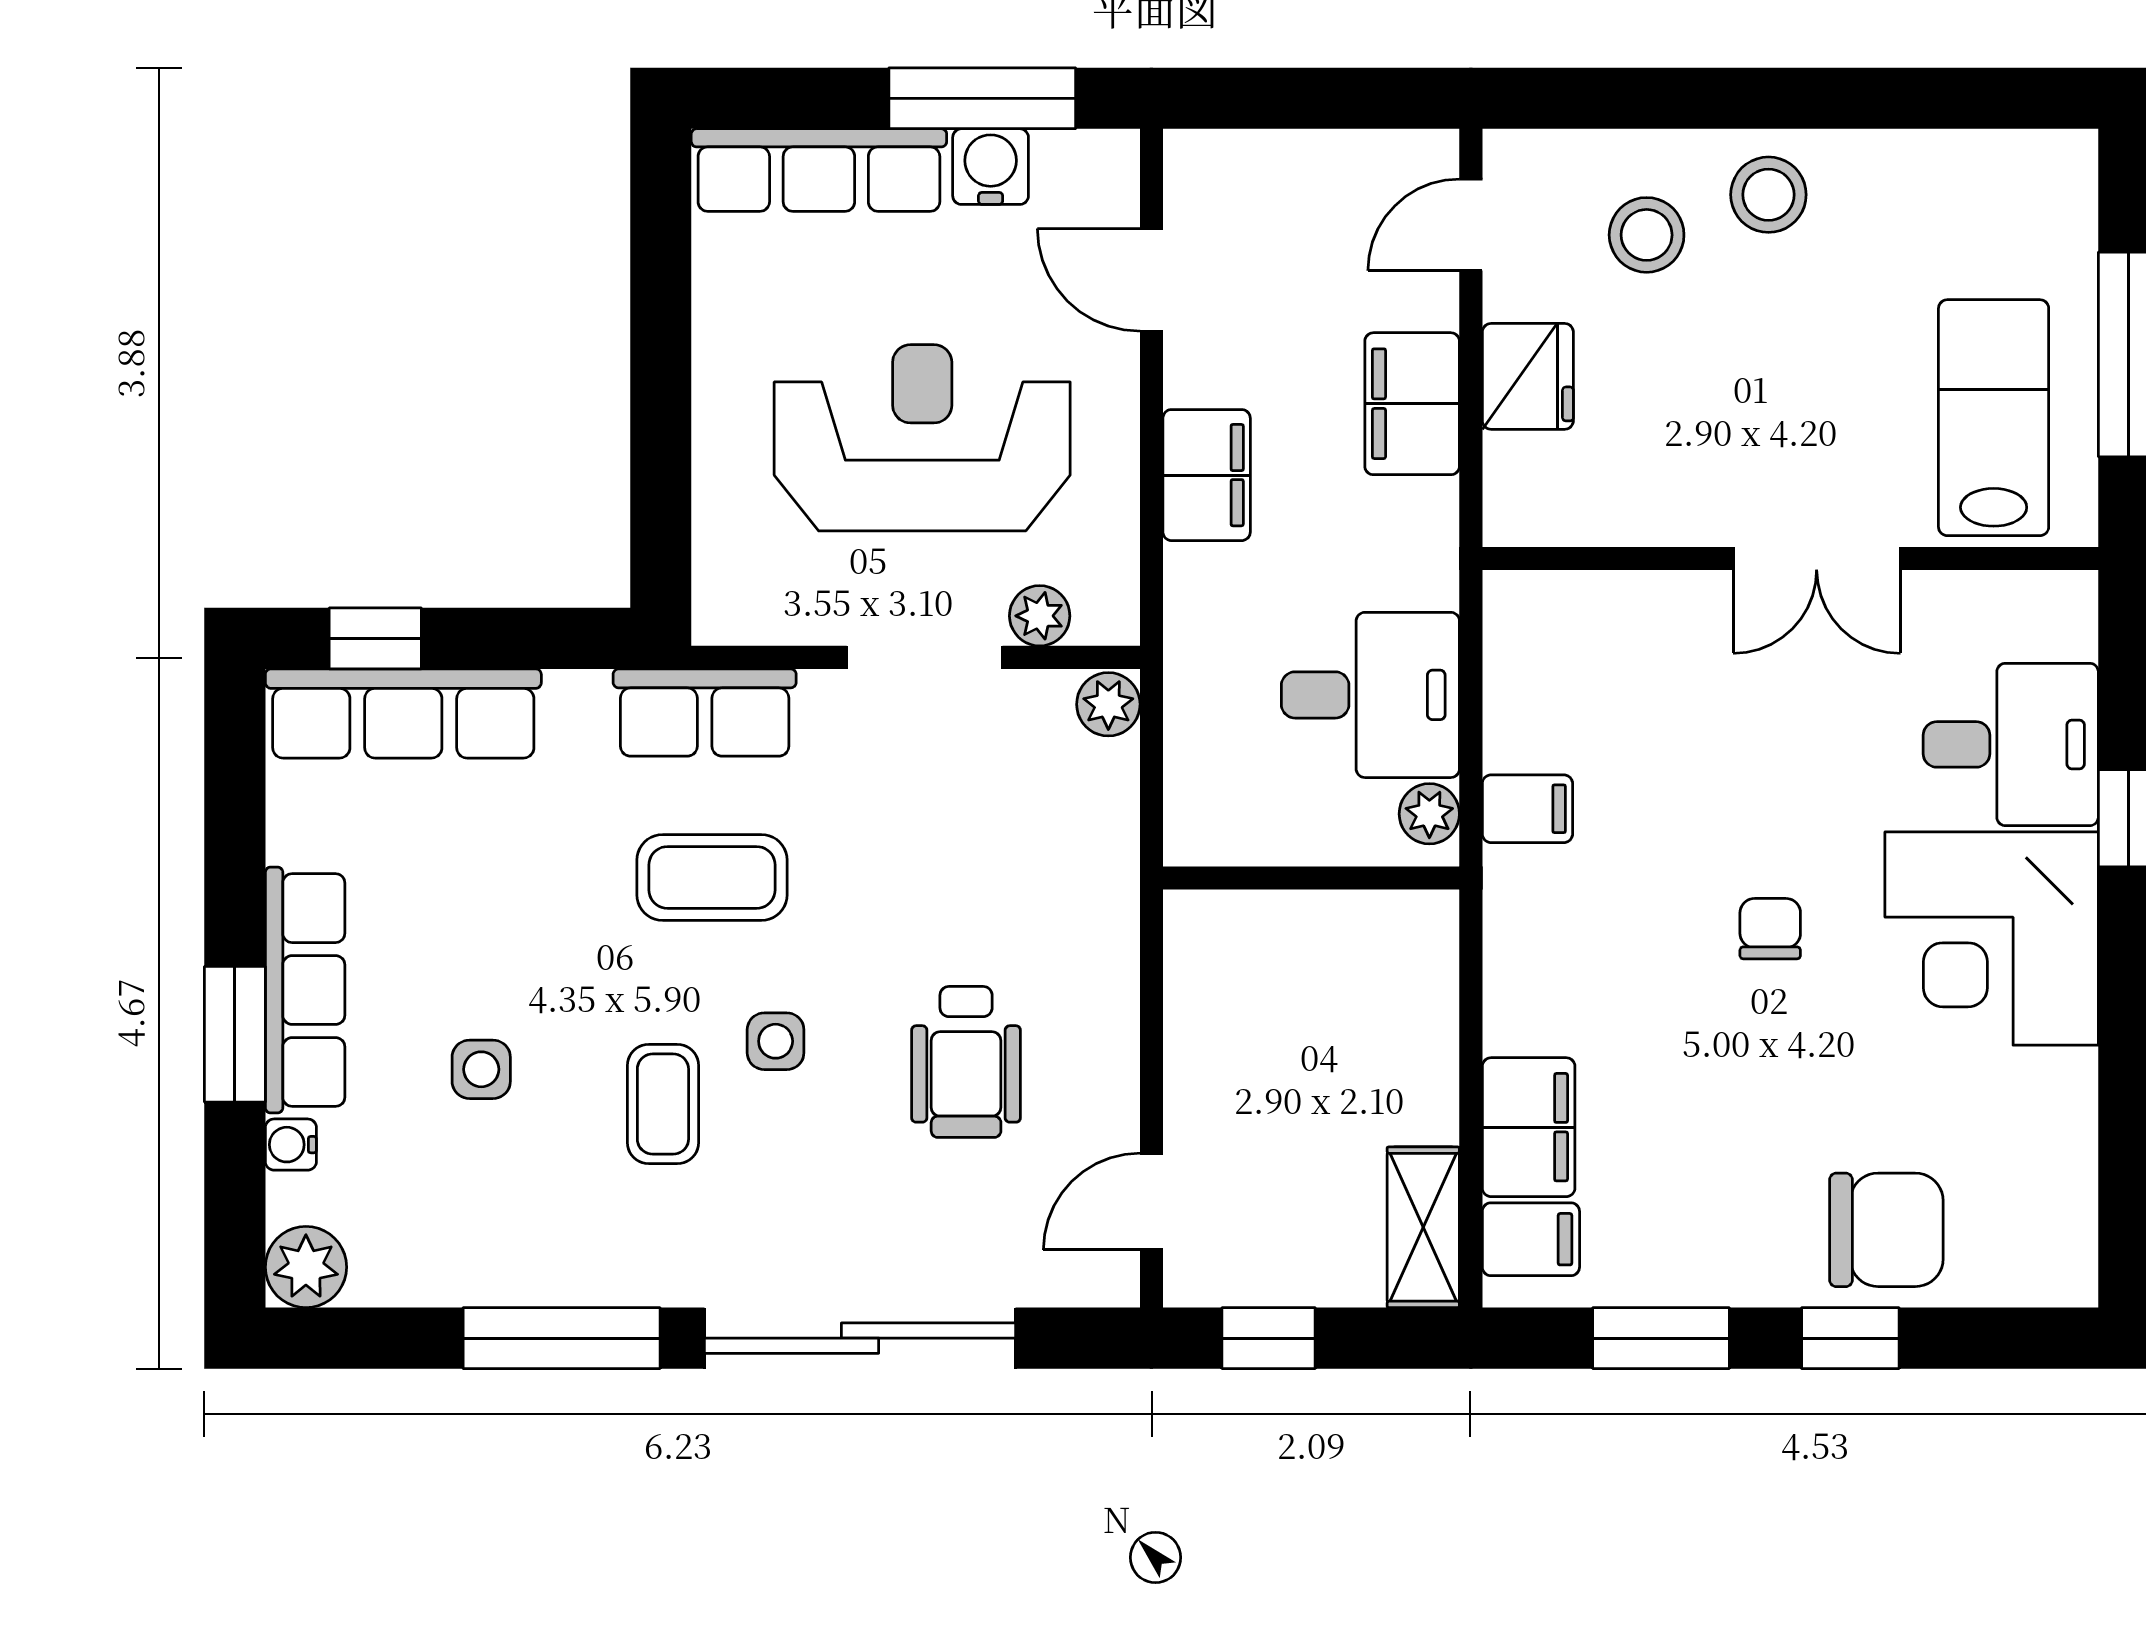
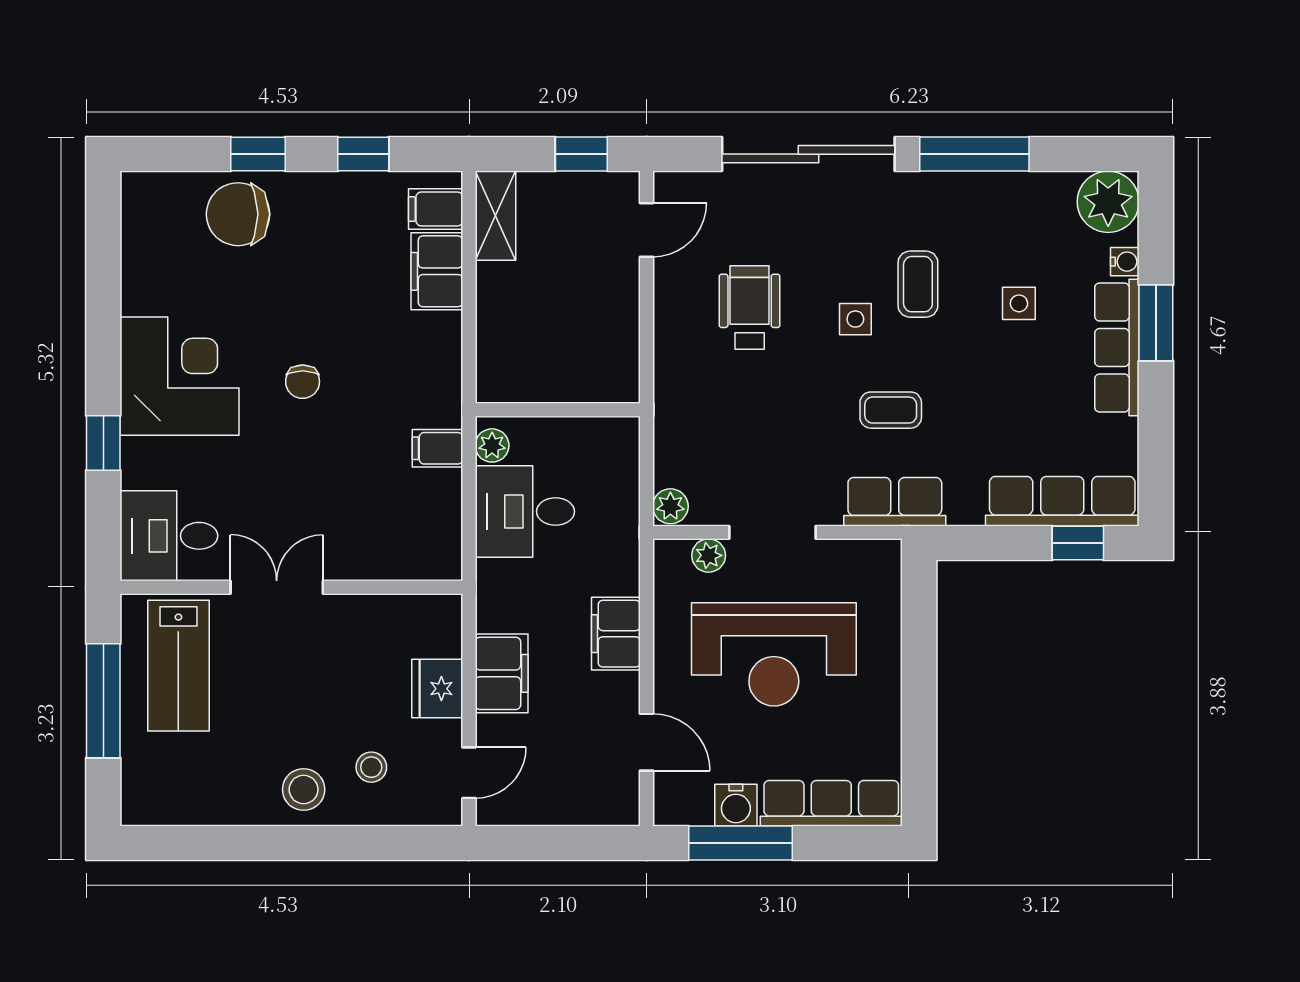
stool: (1647, 235) -> (371, 767), width x0.73, depth x0.73
desk: (2011, 744) -> (169, 536), moved
coffee table: (712, 877) -> (891, 410), width x0.73, depth x0.77
plant: (306, 1267) -> (1108, 202), width x1.36, depth x1.36
window: (1661, 1338) -> (363, 154), width x0.67

